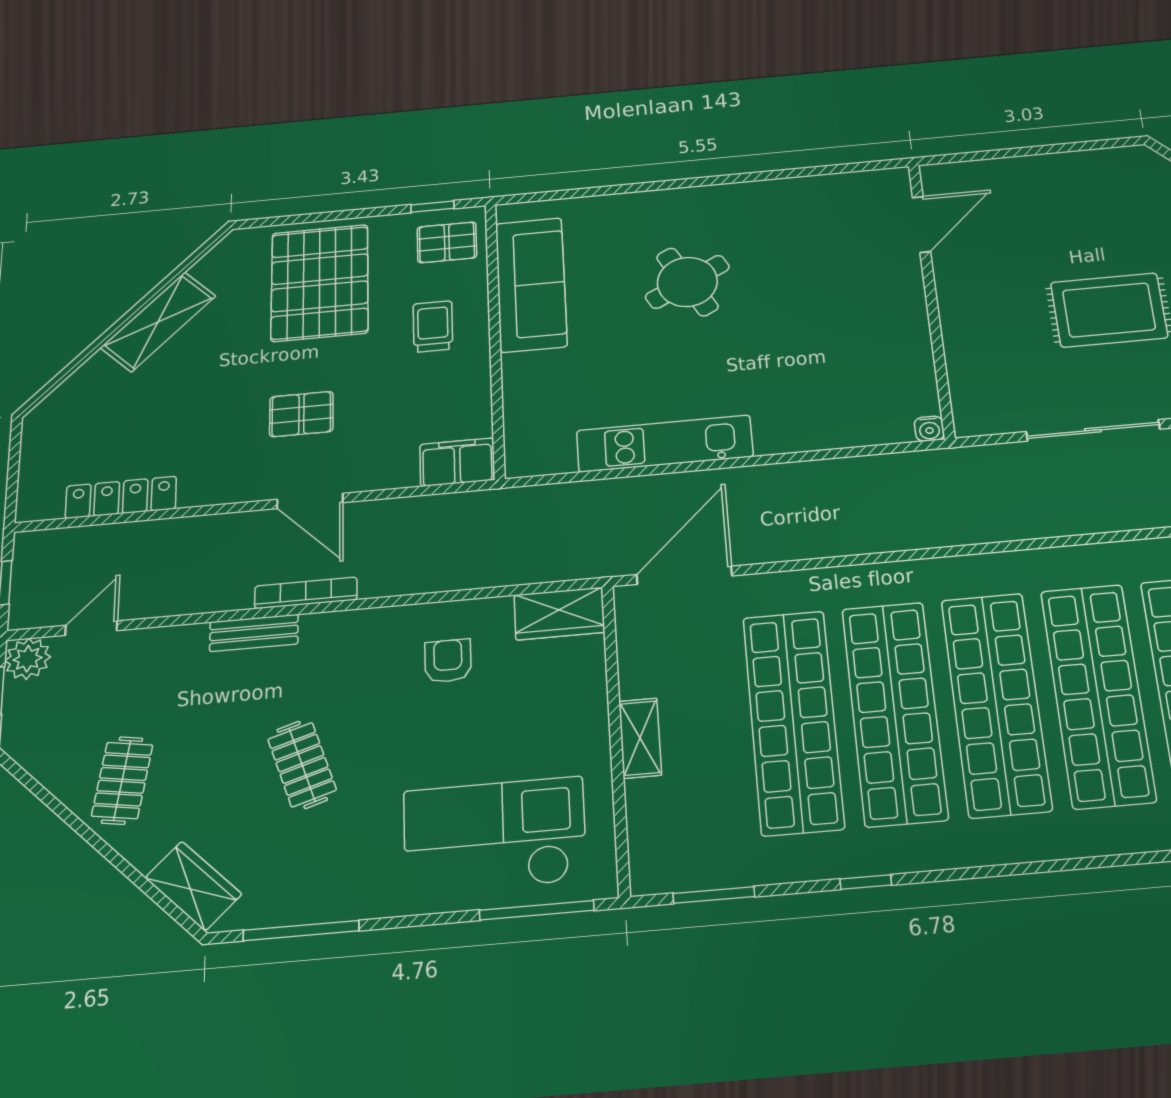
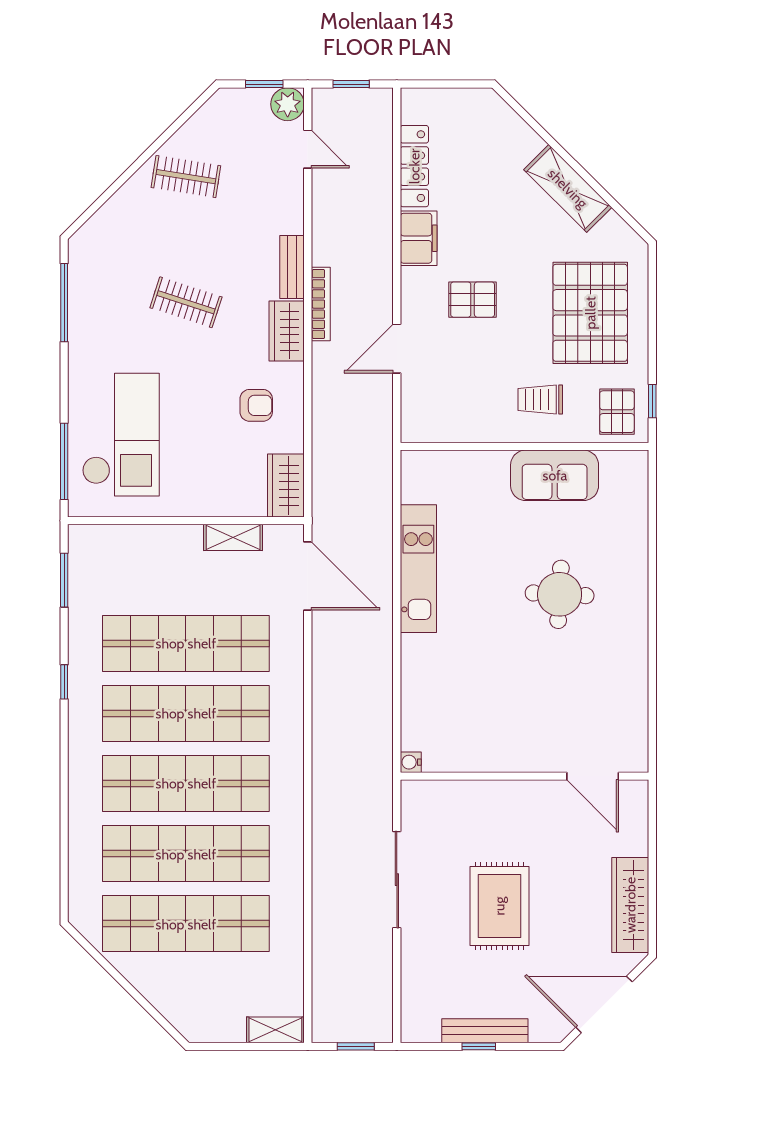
wardrobe: (1084, 169) -> (630, 905), added
round table: (687, 282) -> (560, 594), turned 31
pallet: (320, 283) -> (590, 313), turned 90
sofa: (531, 284) -> (555, 475), width x0.73
trolley: (433, 326) -> (540, 399), turned 180
pallet: (301, 414) -> (473, 300), turned 90
filing cabinet: (457, 462) -> (419, 238), moved
door: (310, 501) -> (397, 349), moved
shelving: (640, 738) -> (233, 537), moved
clothes rail: (302, 765) -> (186, 302), turned 36
wardrobe: (193, 886) -> (287, 331), moved, turned 135

